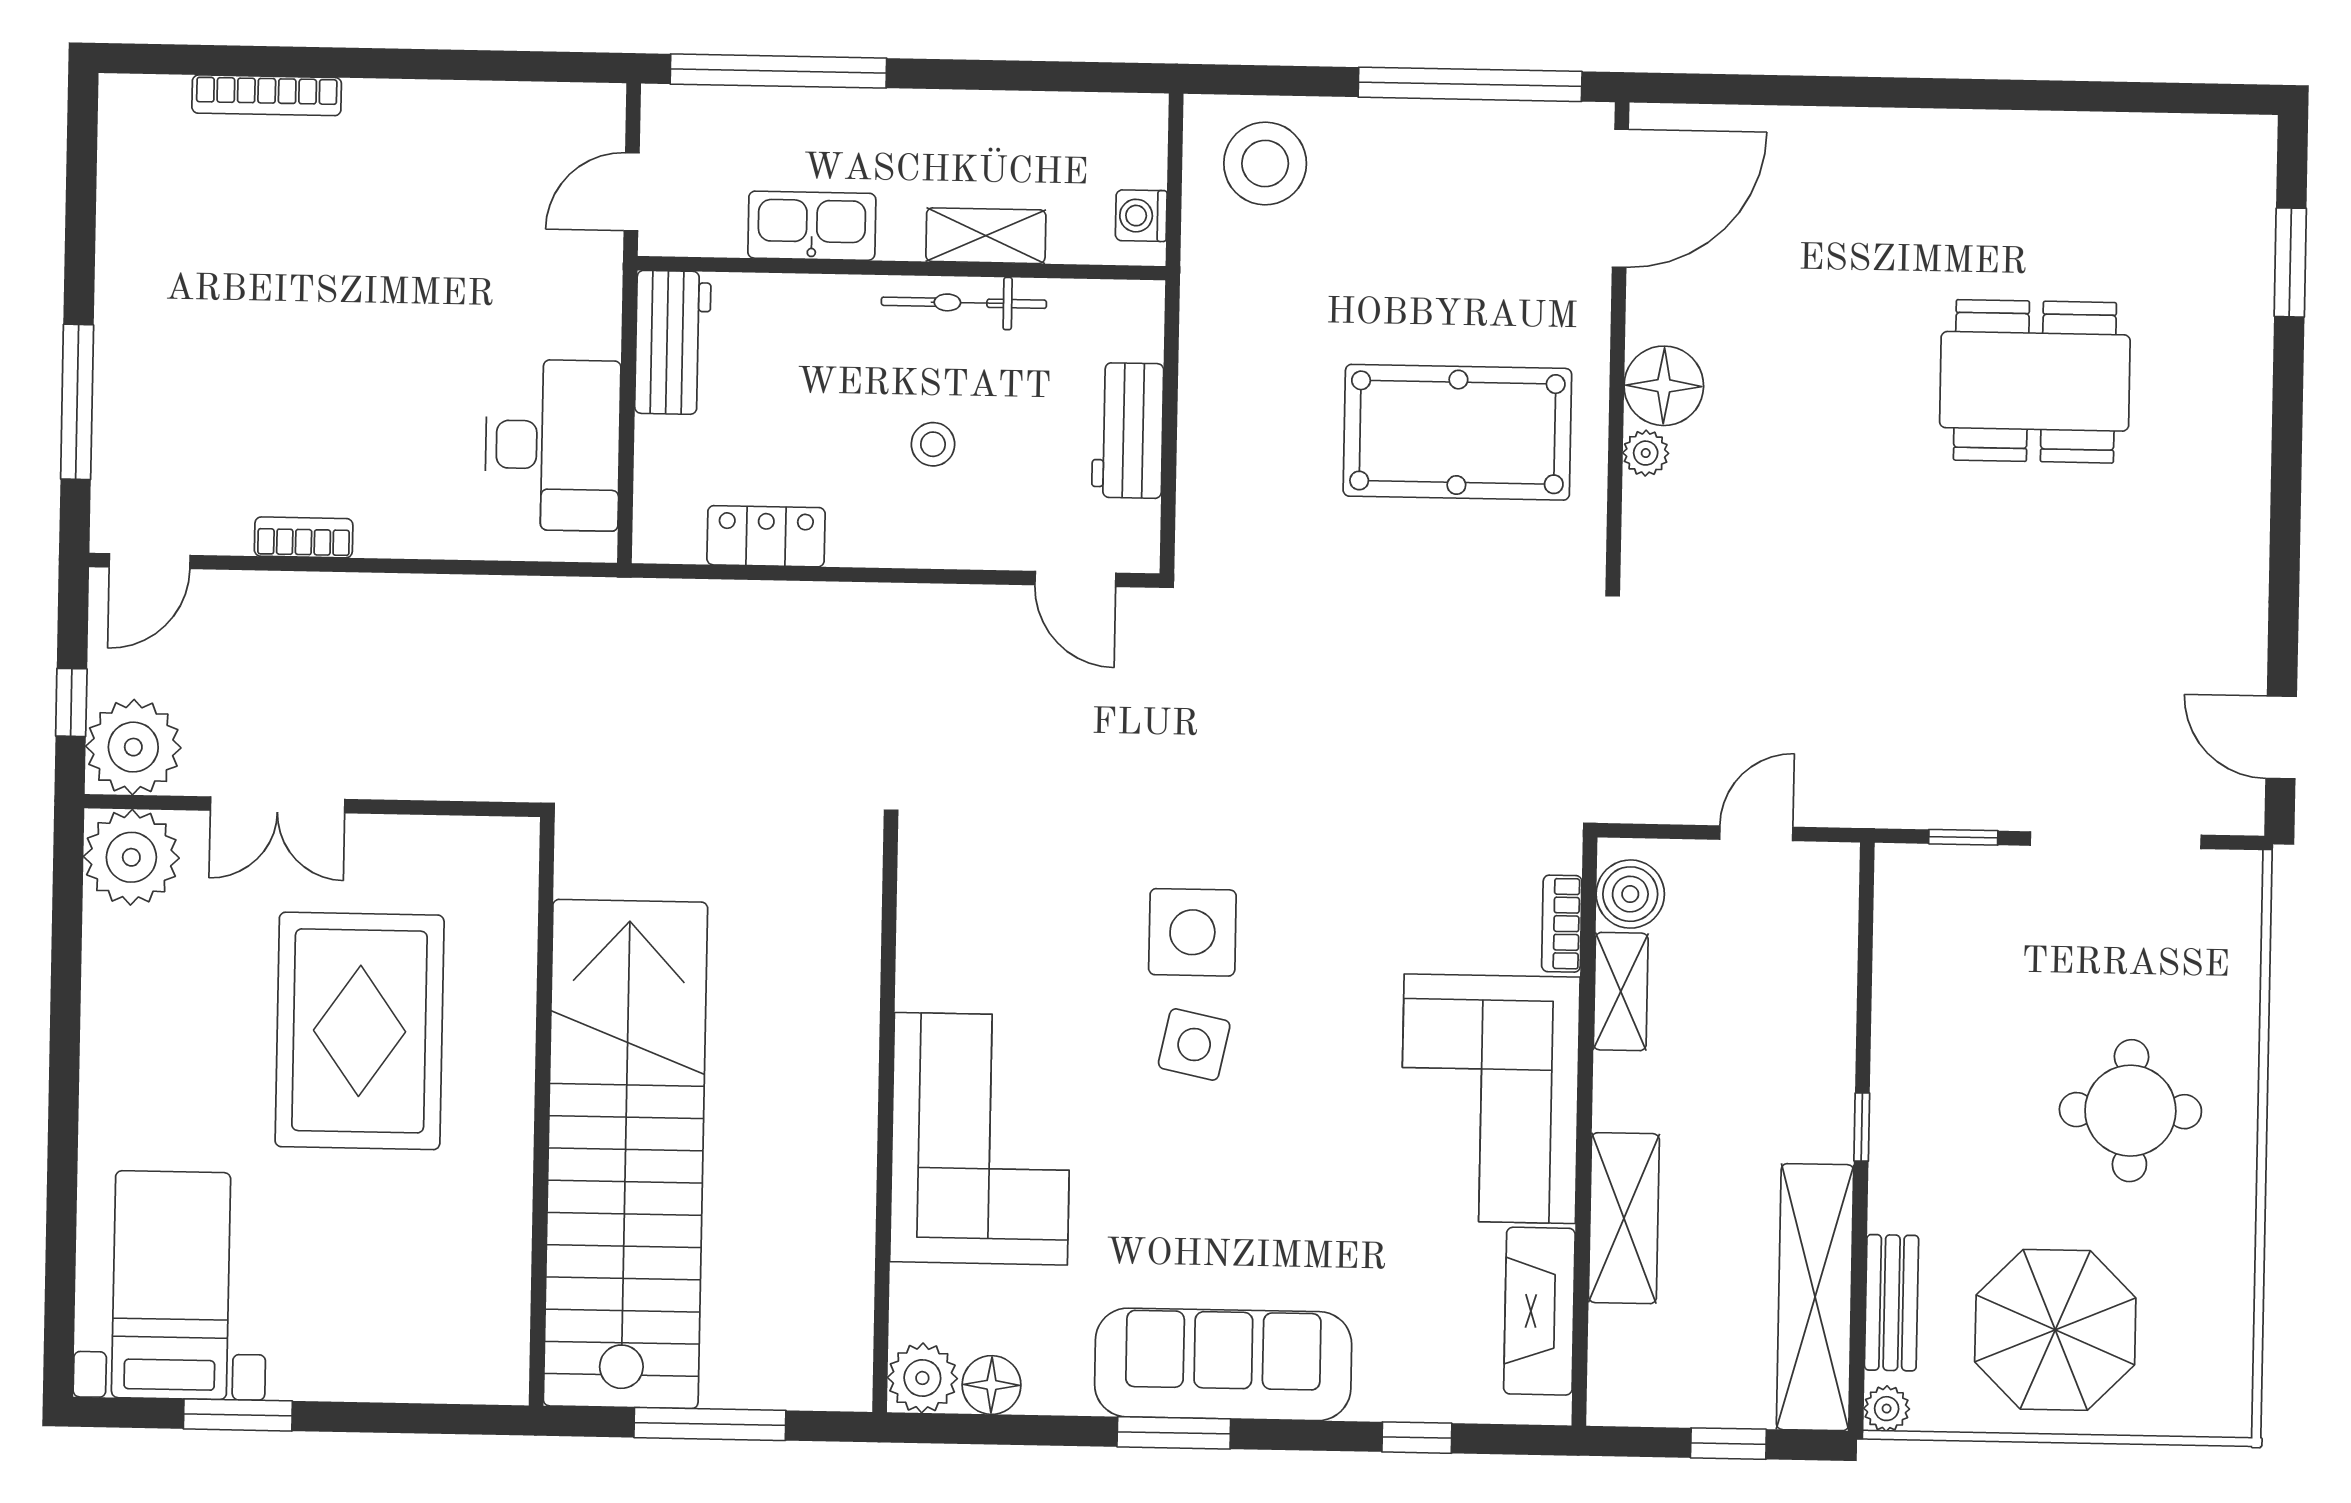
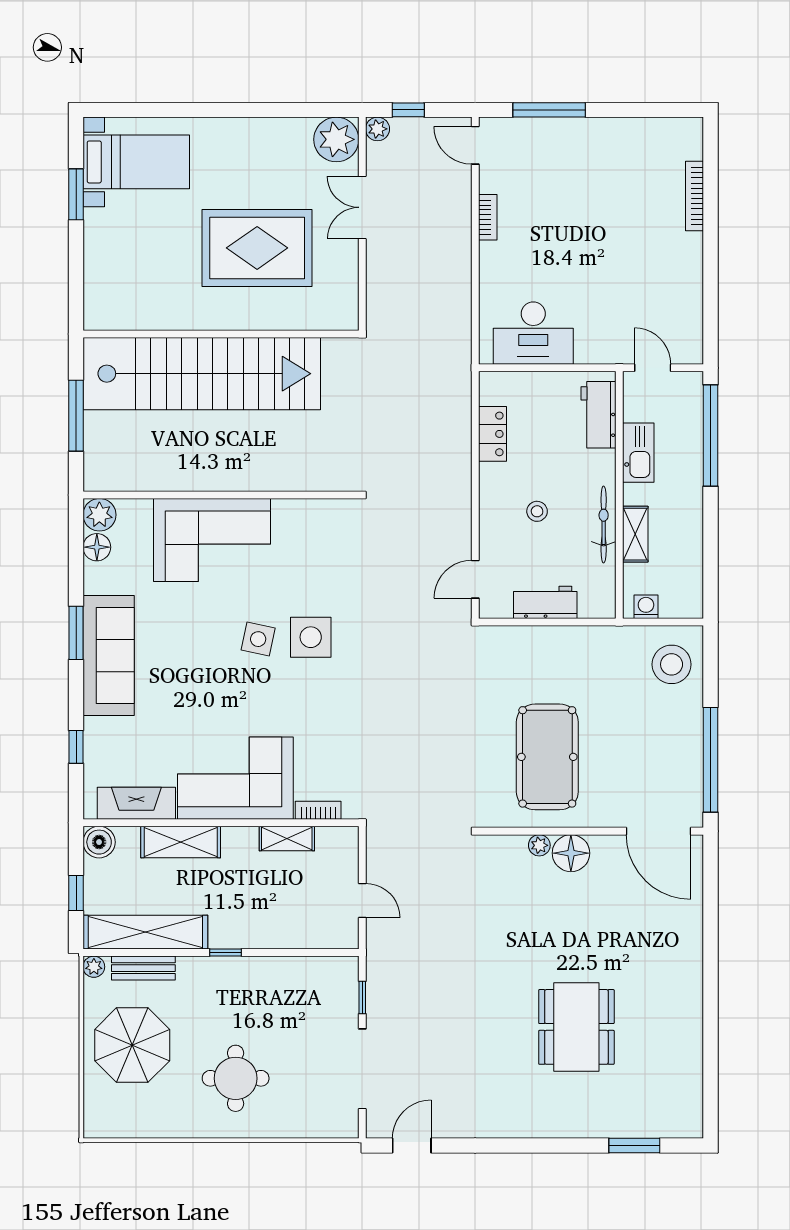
workbench: (673, 342) -> (599, 415), moved, turned 90
plant: (133, 747) -> (378, 129), width x0.53, depth x0.53
boiler: (1630, 894) -> (99, 842), moved

